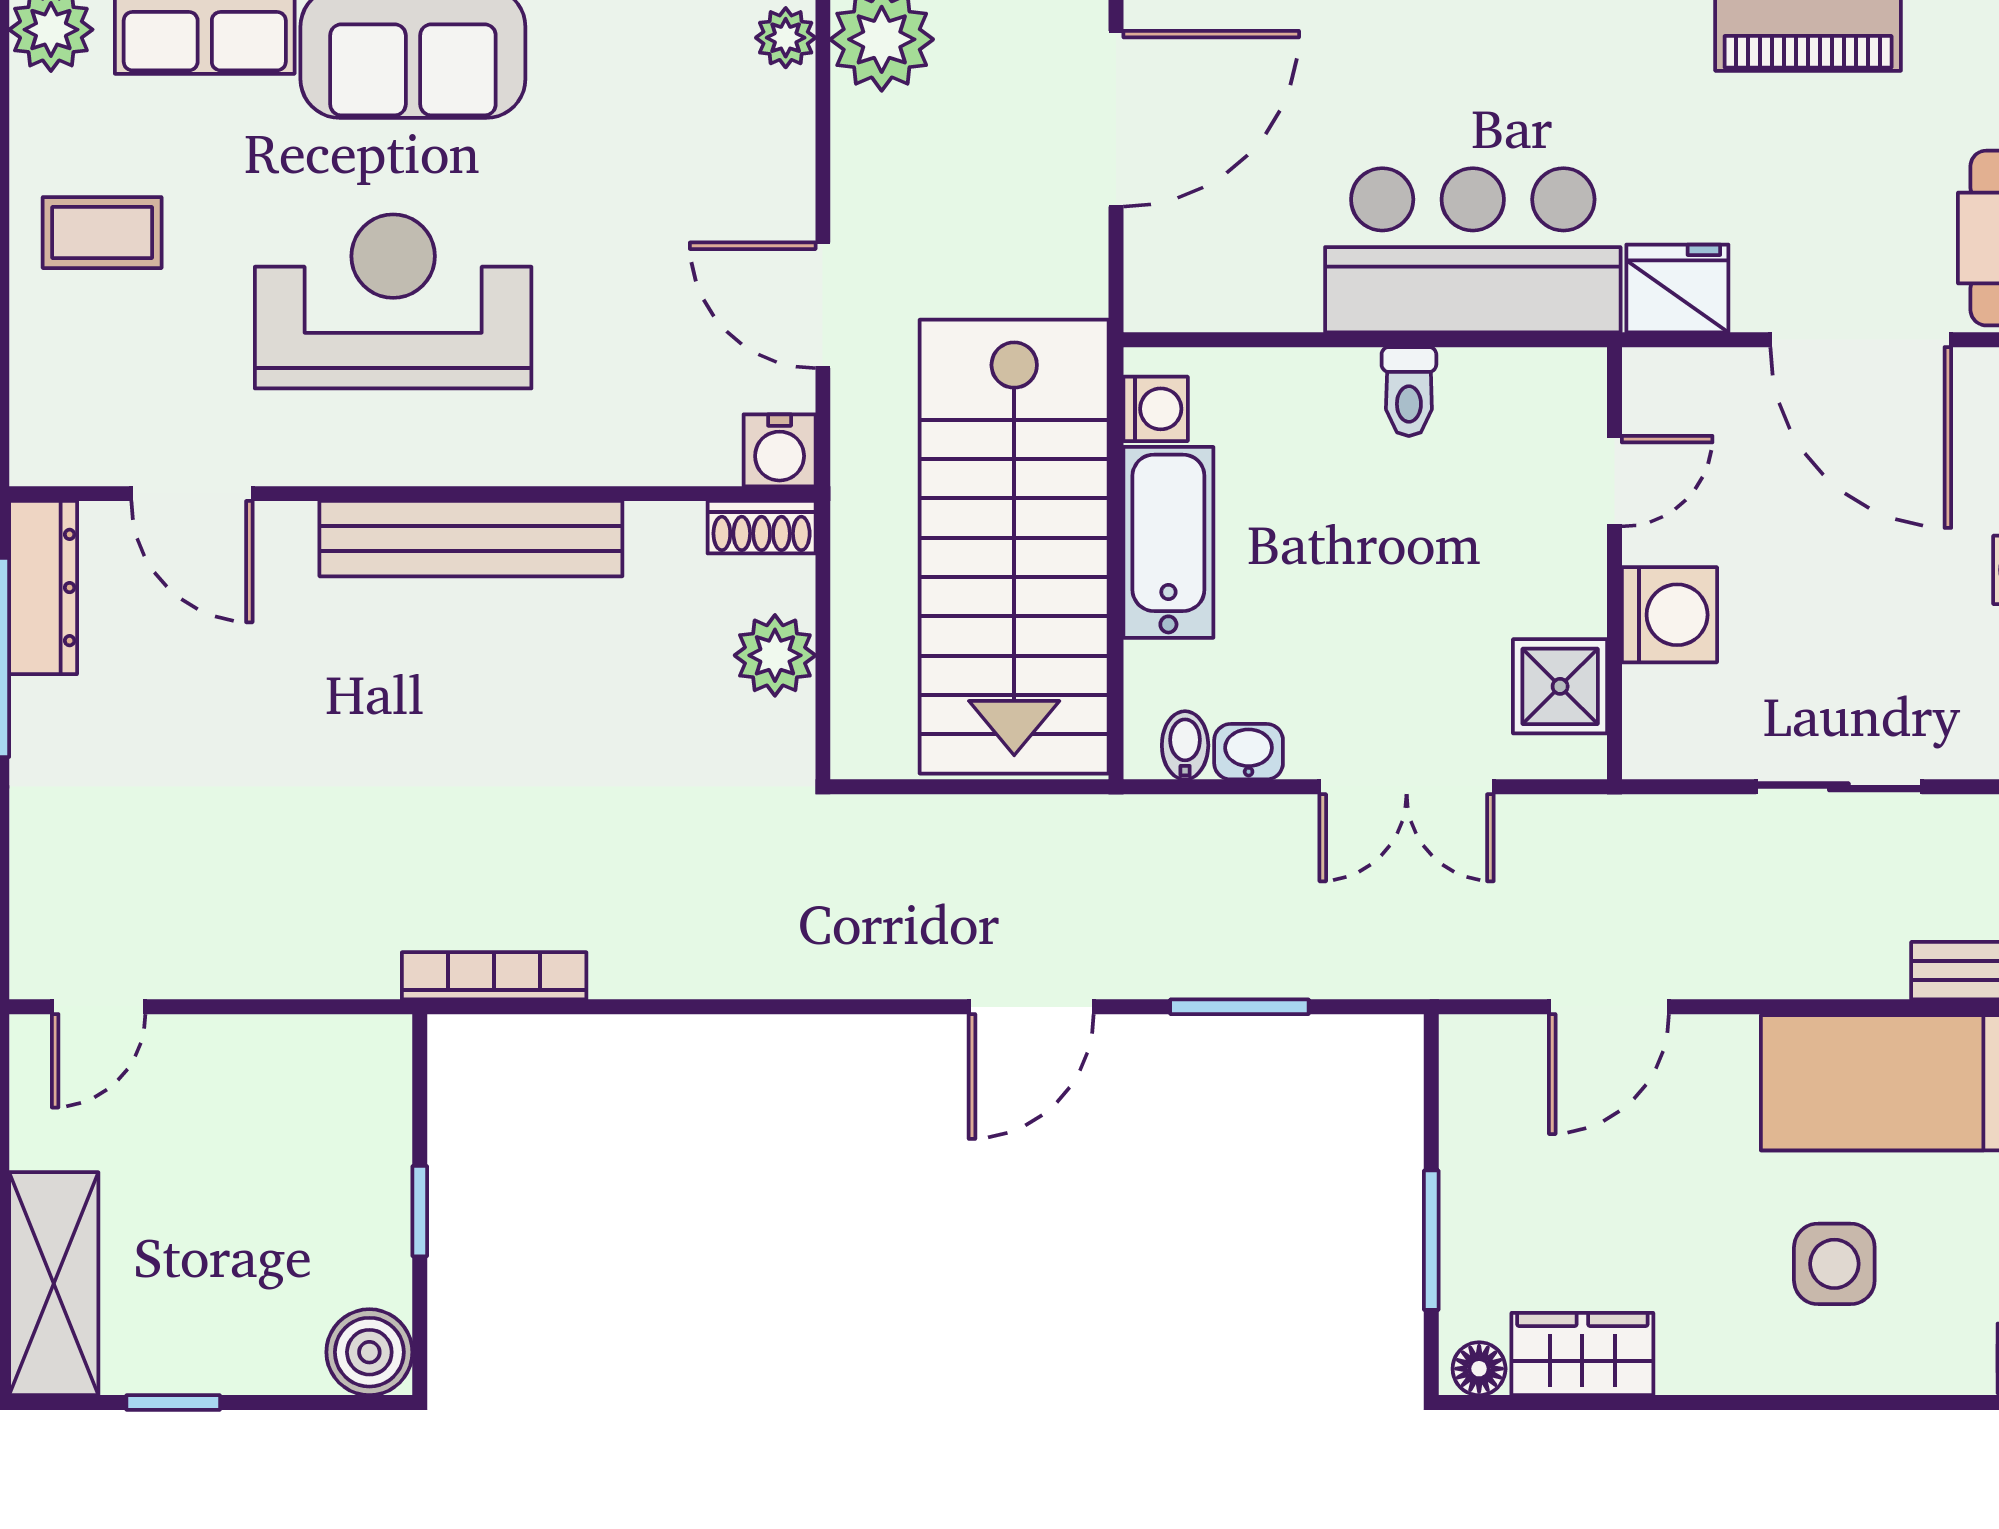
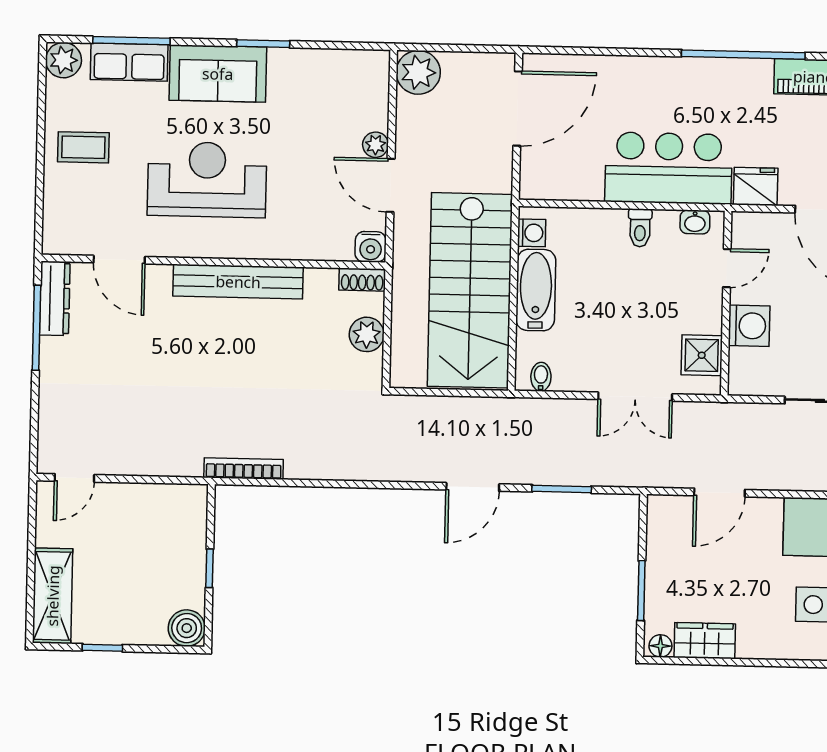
plant: (786, 38) -> (376, 145), moved
washbasin: (1249, 752) -> (695, 222), moved, turned 180

